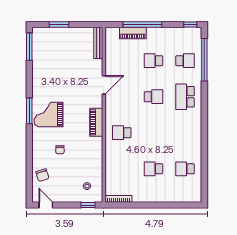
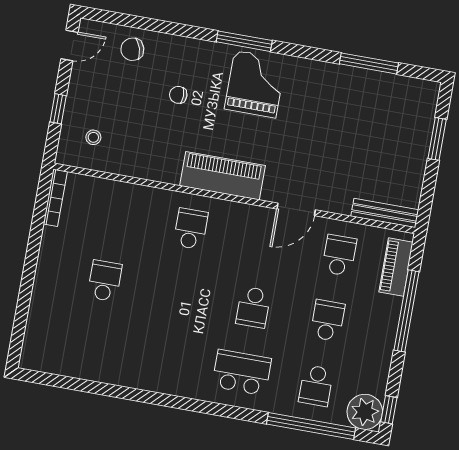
piano: (133, 33) -> (396, 267), moved
plant: (193, 36) -> (365, 412), added
window: (29, 47) -> (369, 63), moved
door: (104, 85) -> (296, 209), hinge flipped
window: (29, 111) -> (244, 41), moved
piano: (96, 122) -> (222, 176), width x1.37, depth x1.33
school desk: (185, 169) -> (339, 255), moved
window: (88, 205) -> (58, 109), moved

